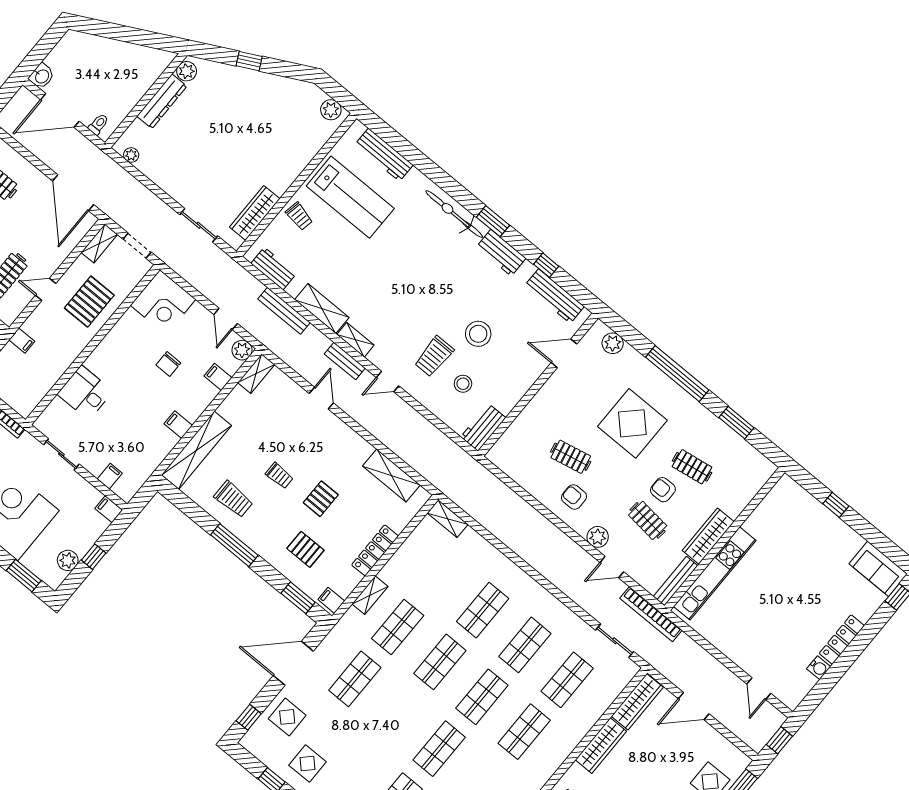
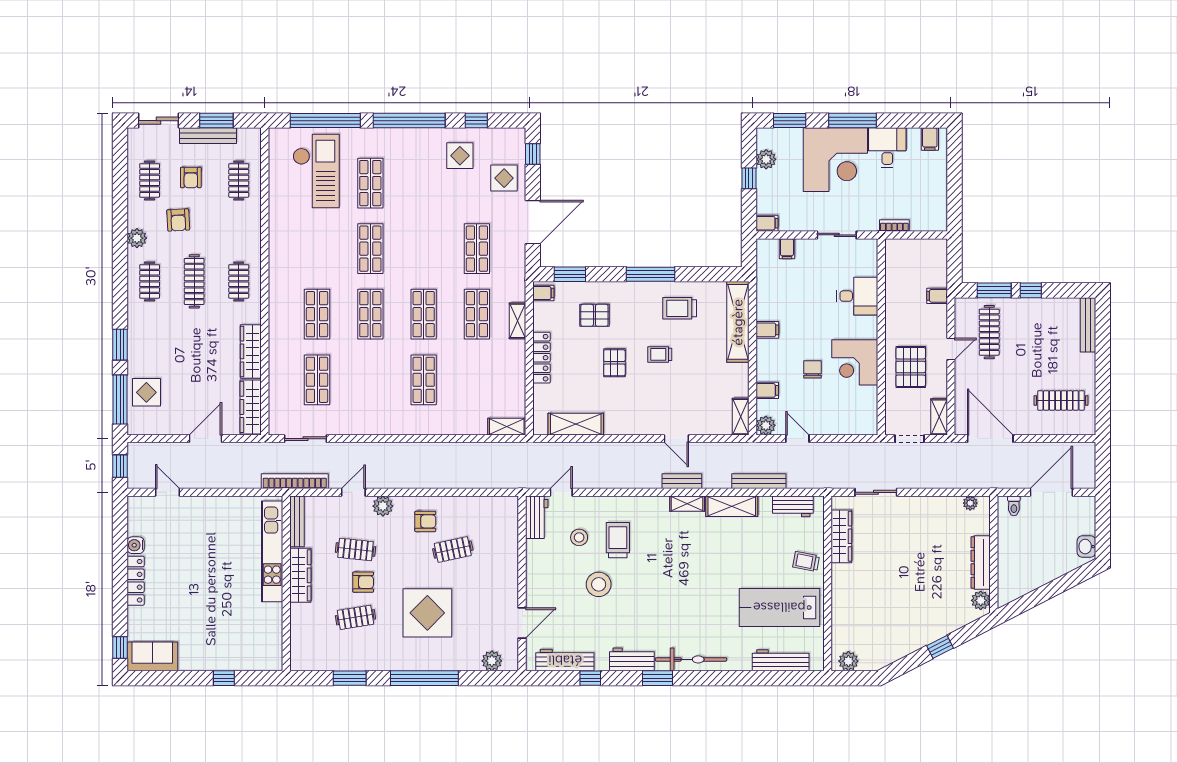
washbasin: (42, 76) -> (1086, 547), moved
corner desk: (163, 302) -> (855, 362), moved, turned -90
door: (388, 382) -> (561, 492), moved
shop shelf: (525, 645) -> (370, 380), removed

